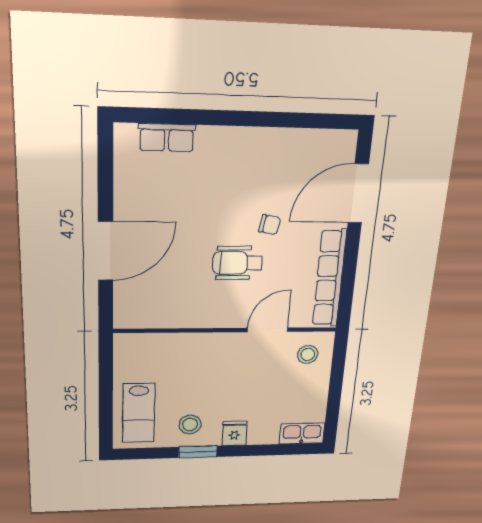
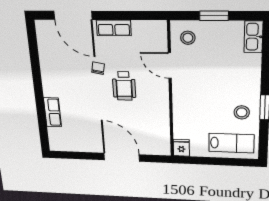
row of seats: (167, 138) -> (52, 112), moved
row of seats: (329, 278) -> (114, 28), width x0.50
window: (336, 386) -> (214, 16), added
fridge: (234, 433) -> (181, 148), moved, turned 90

